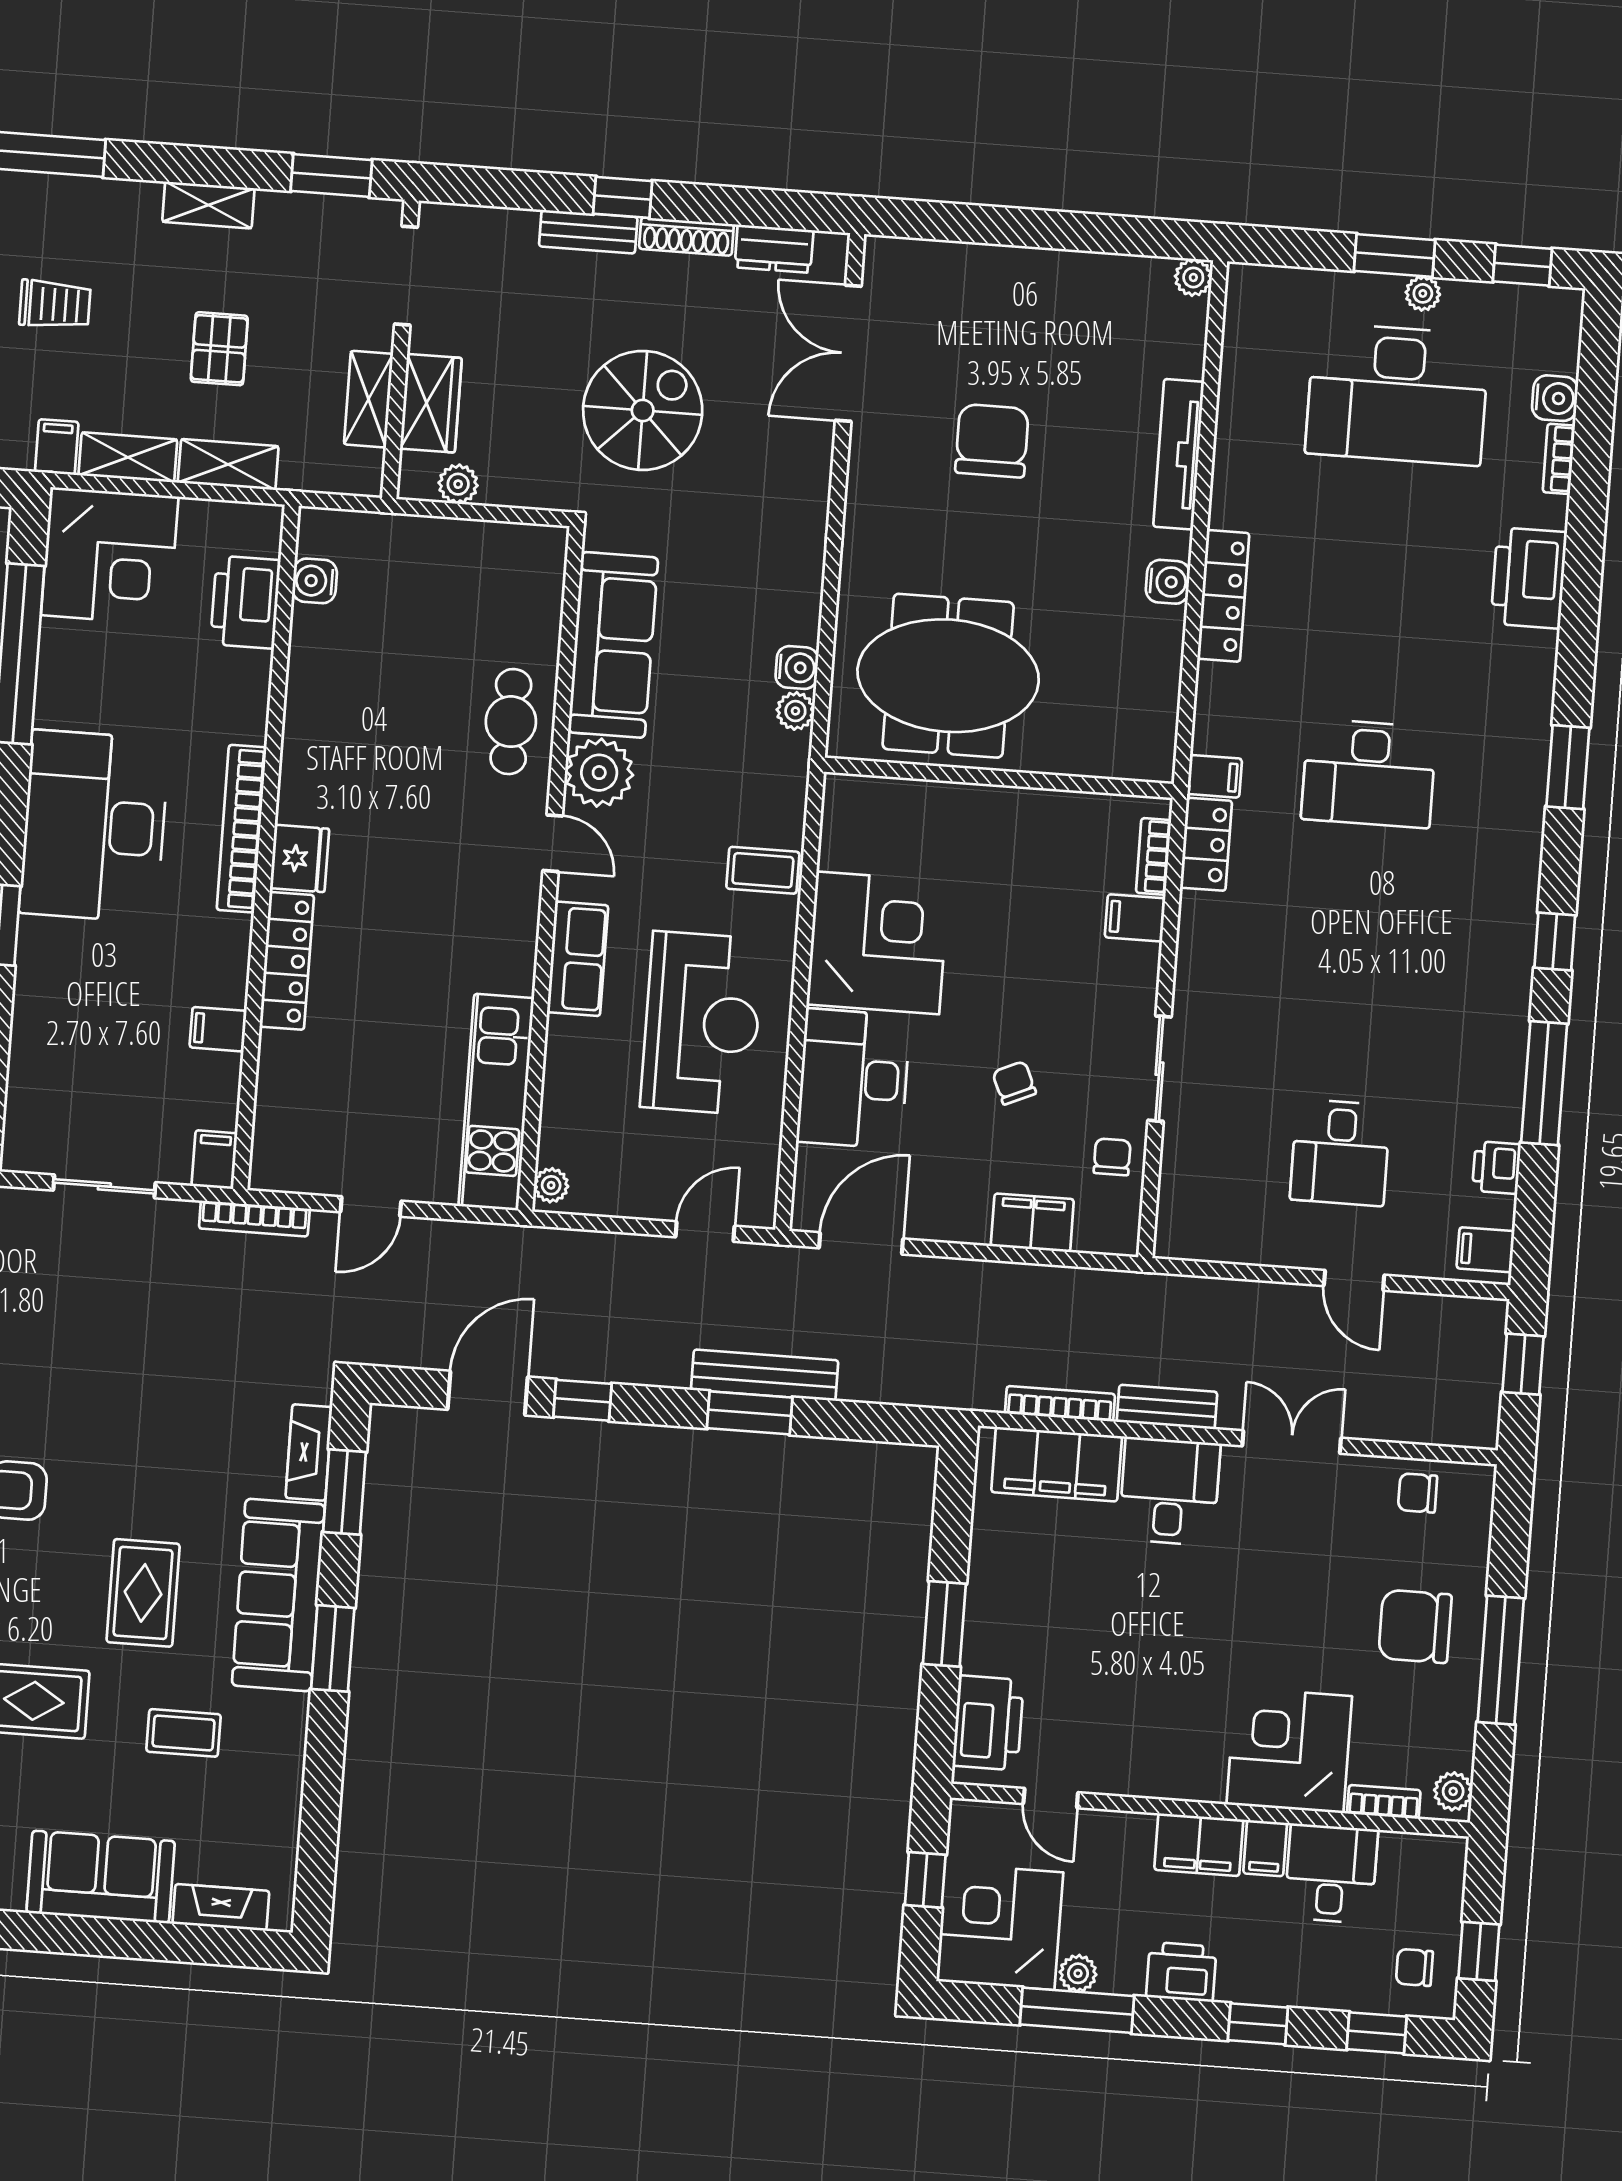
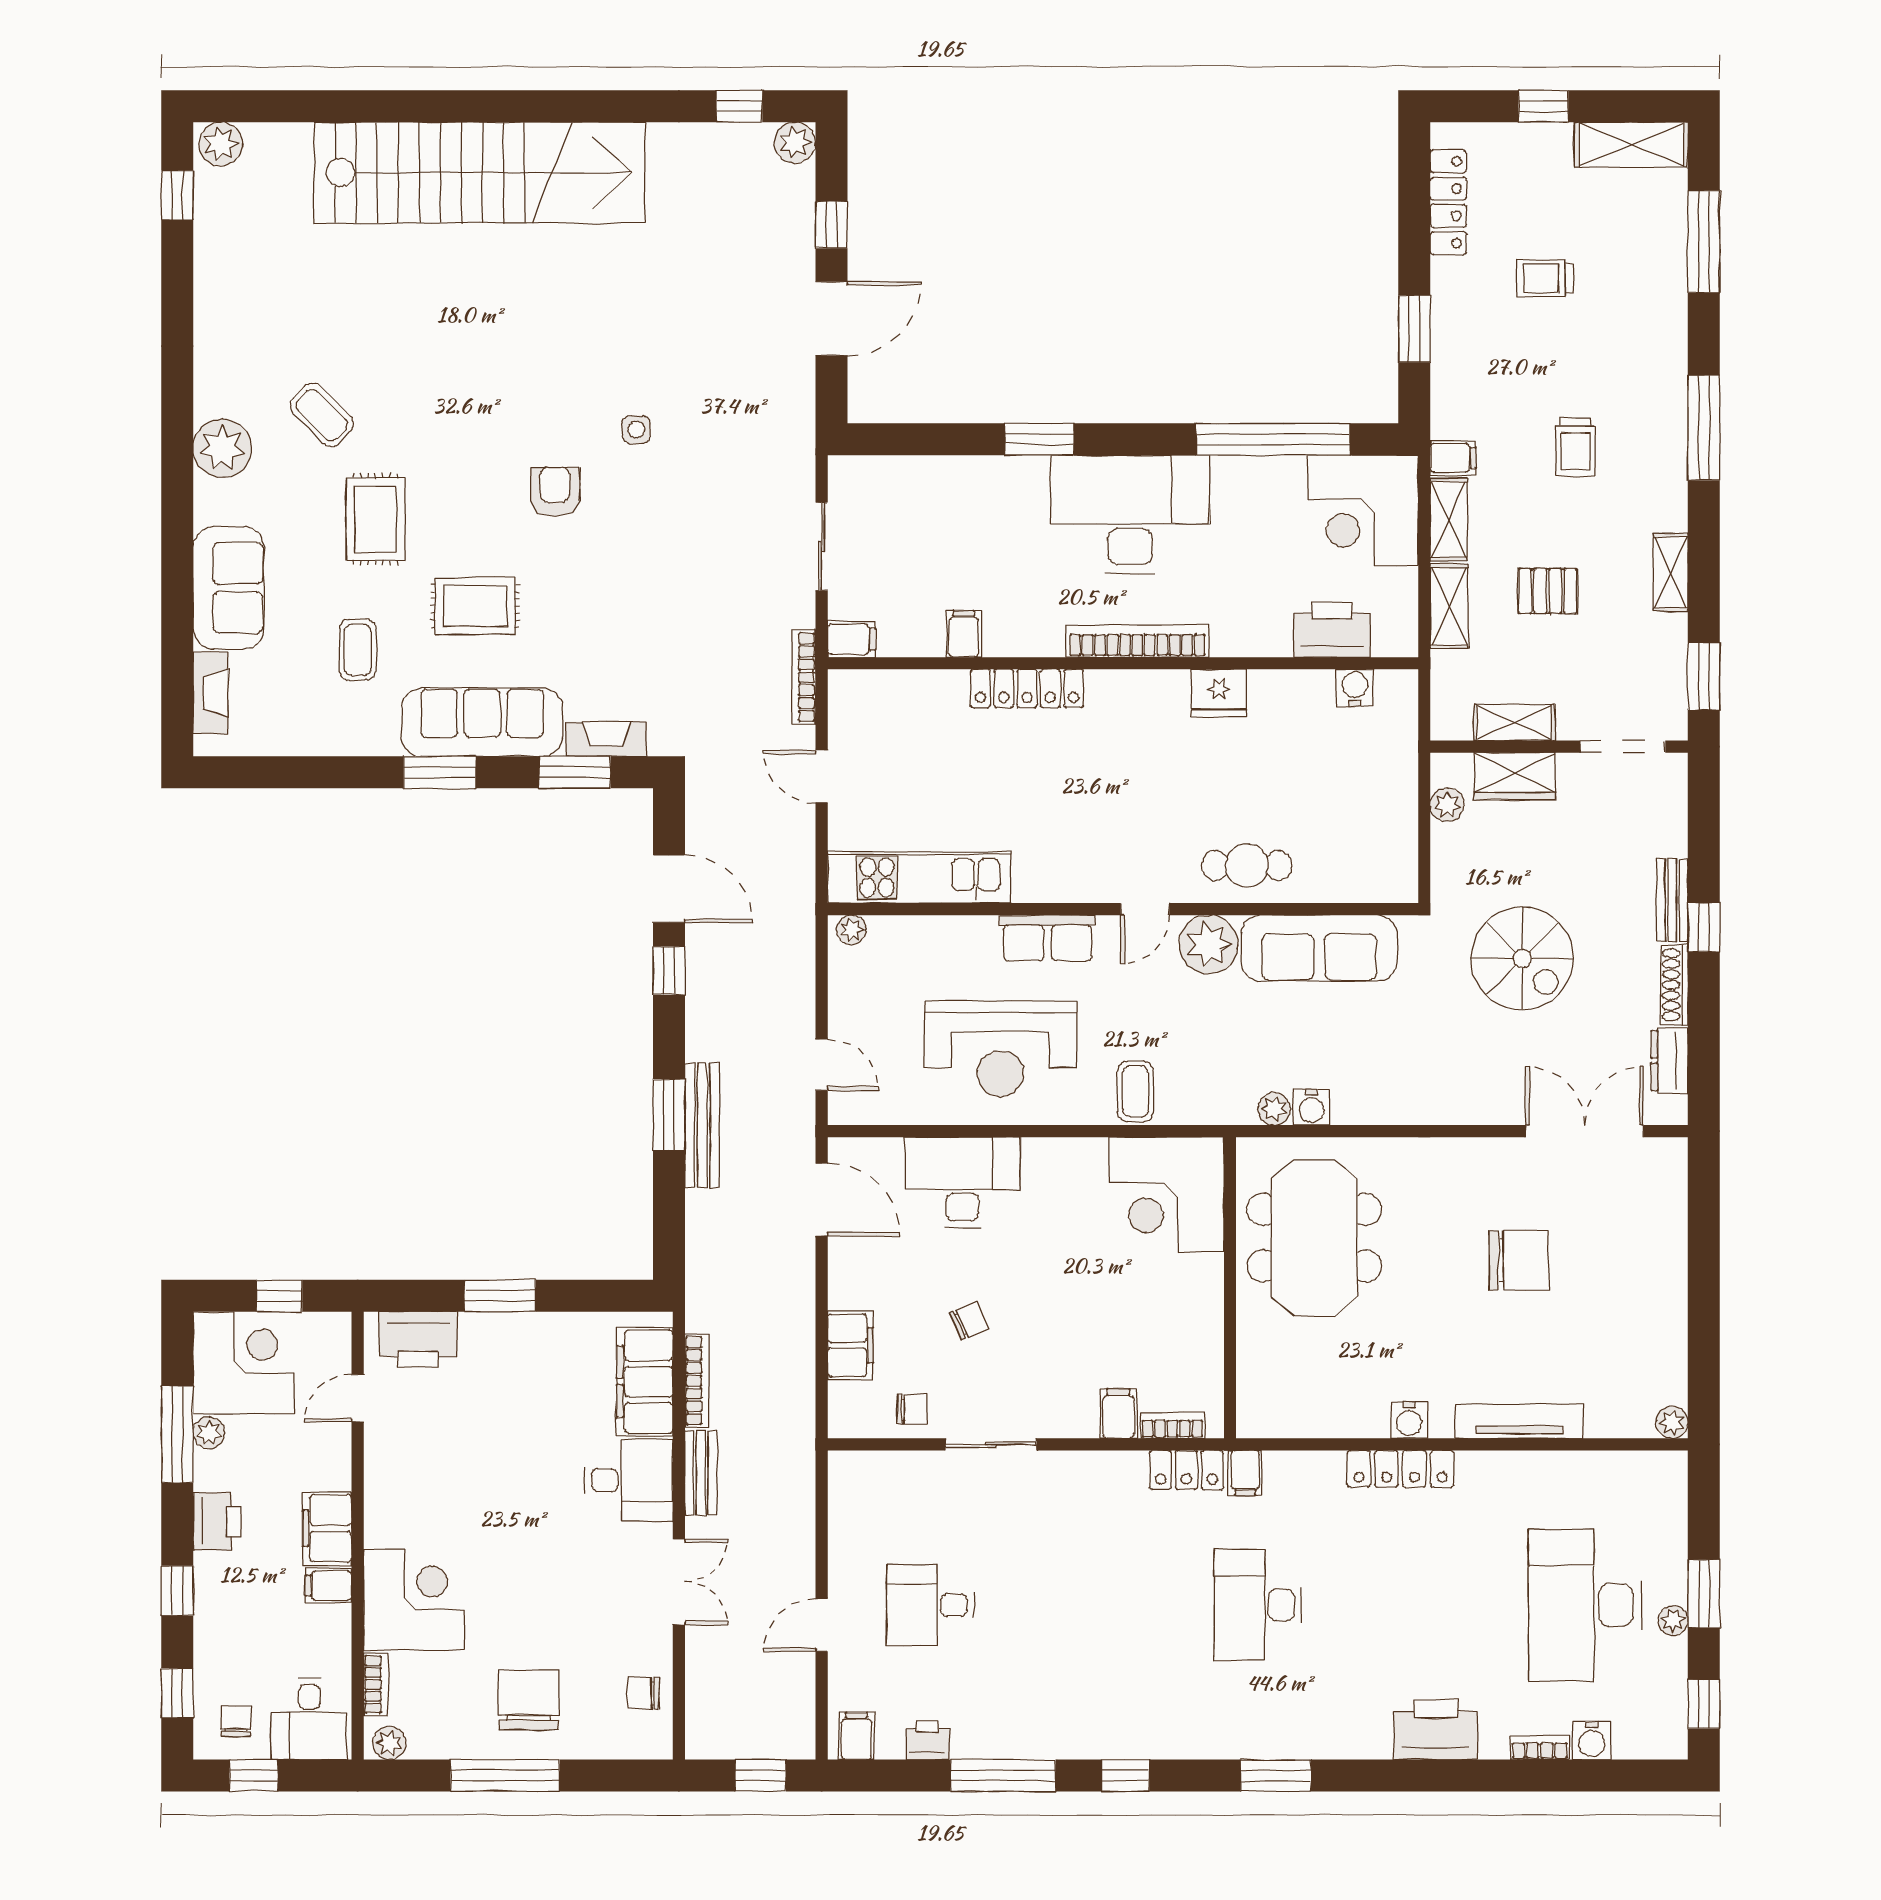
fridge: (299, 858) -> (1219, 693), moved
corner desk: (878, 943) -> (1167, 1195), moved, turned 90
chair: (1418, 1493) -> (643, 1693), turned -90
desk: (1331, 1874) -> (309, 1719), moved, turned 90

